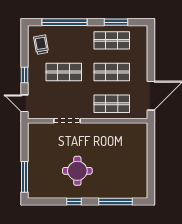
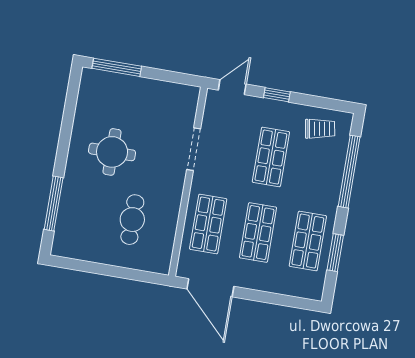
cafe table: (117, 151) -> (132, 220), added
window: (74, 202) -> (65, 138), removed

